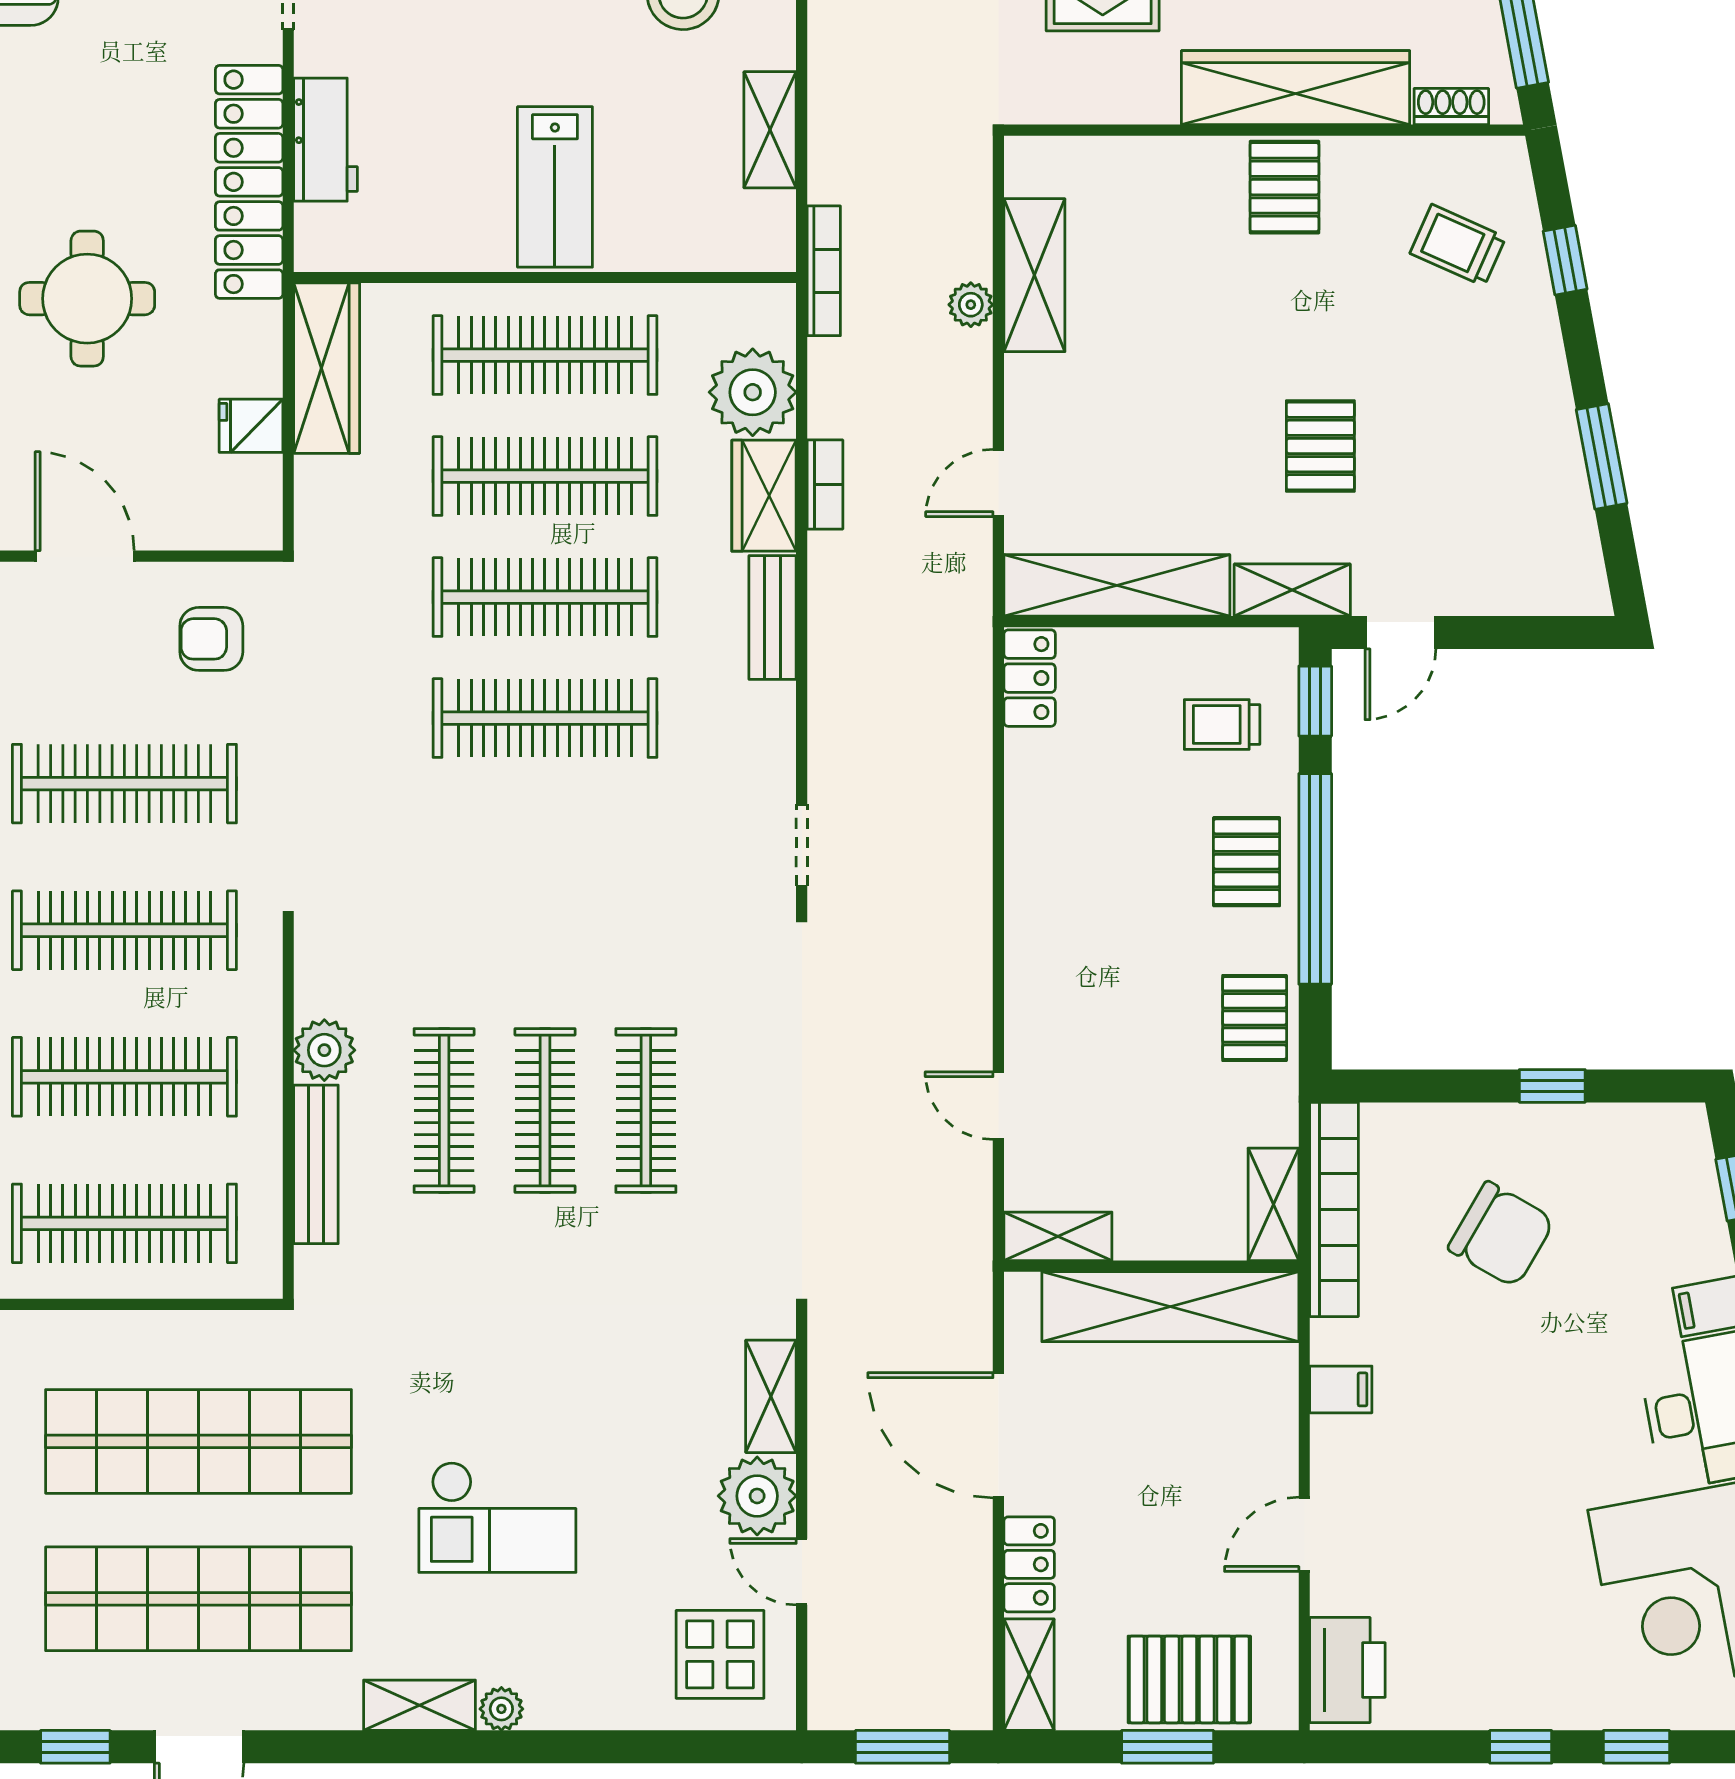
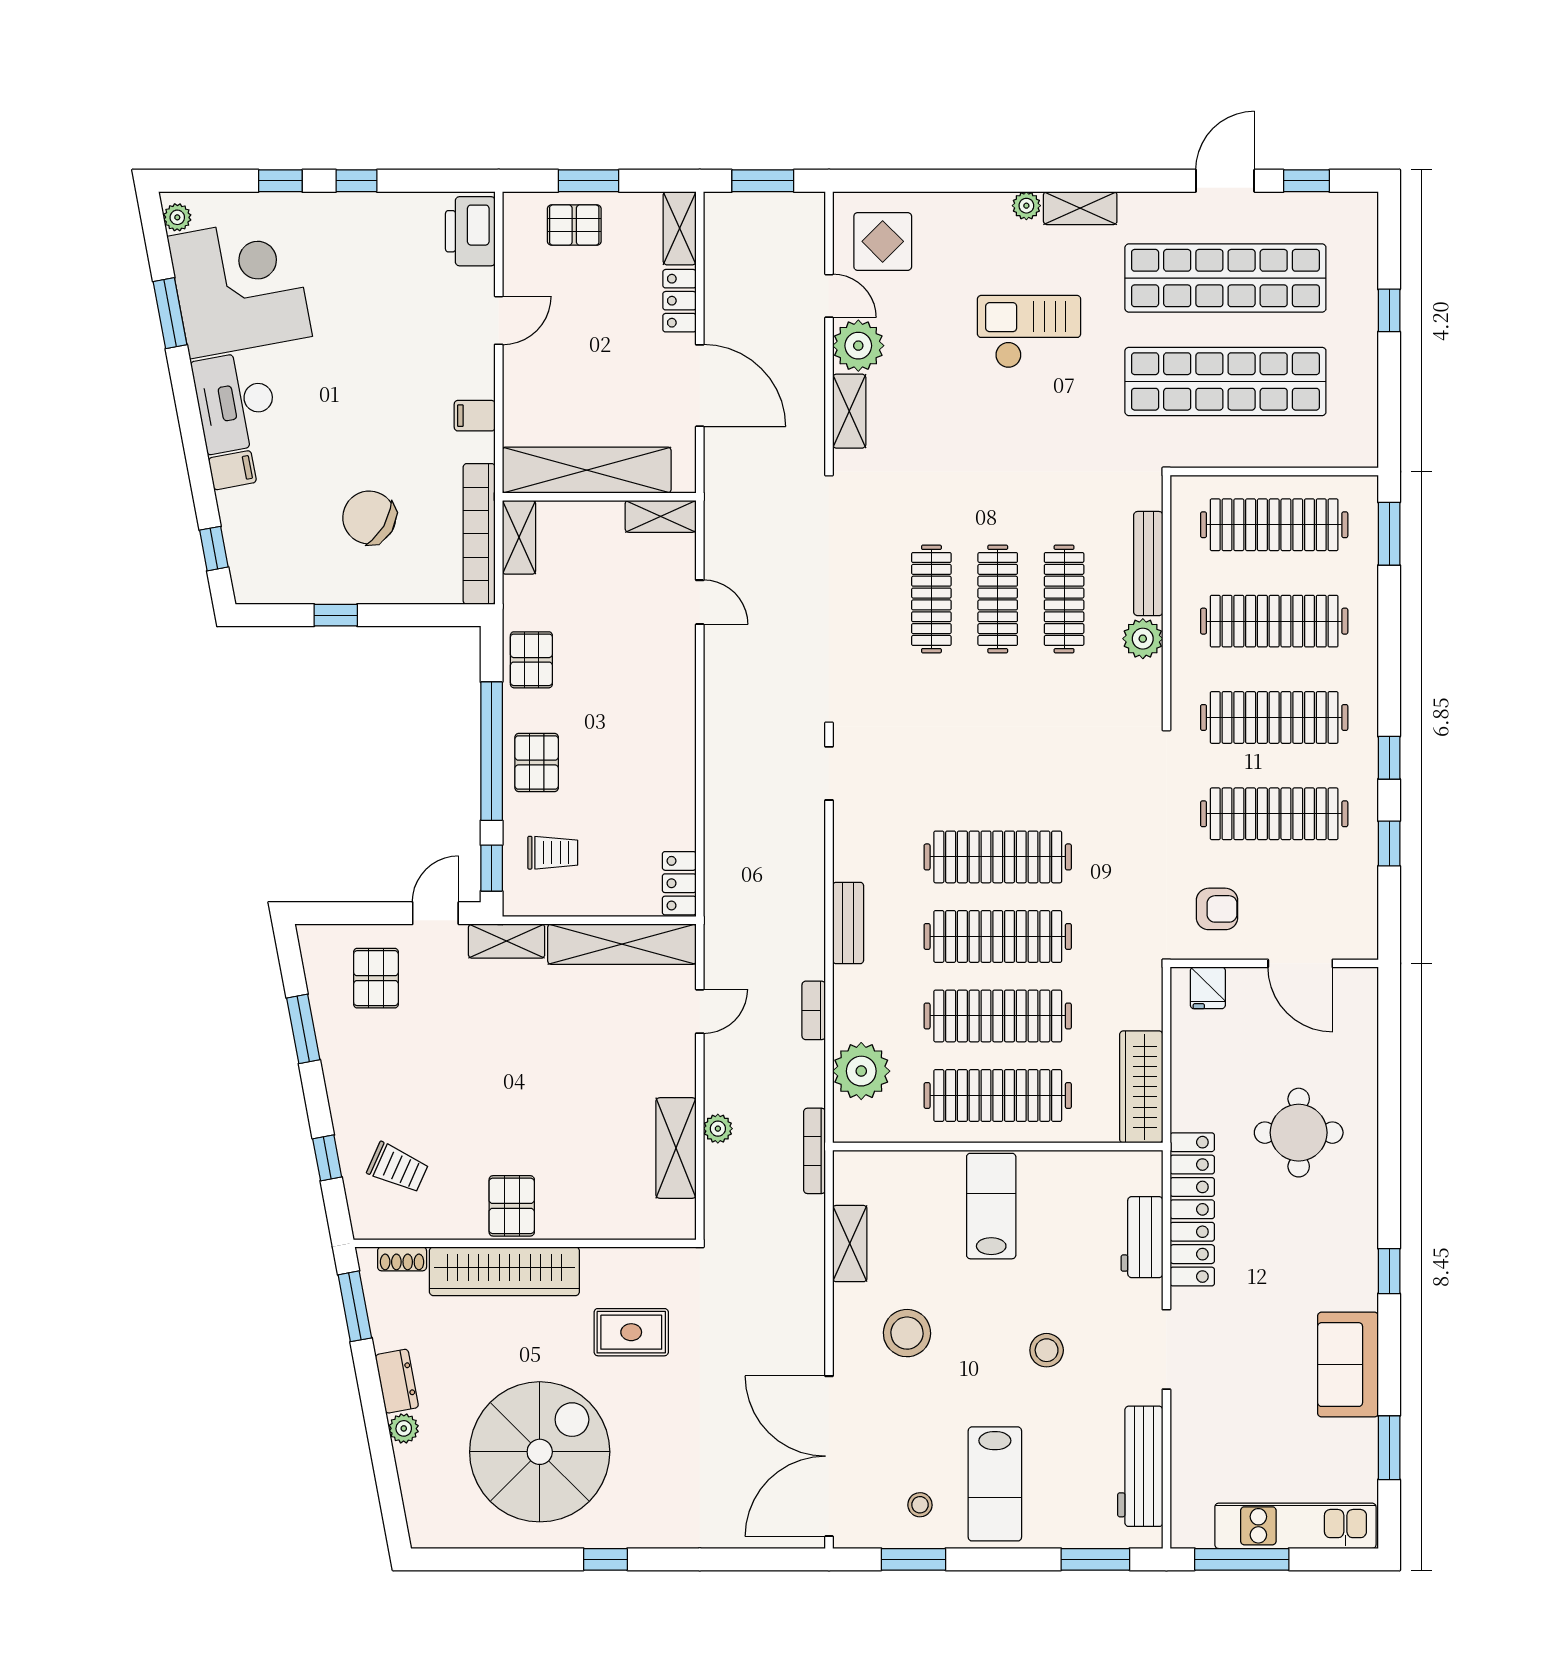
fridge: (251, 426) -> (1208, 988), moved, turned 90
pallet: (1320, 446) -> (376, 978), moved
wardrobe: (764, 496) -> (854, 1003), removed
pallet: (1189, 1679) -> (574, 225), width x0.67, depth x0.71

